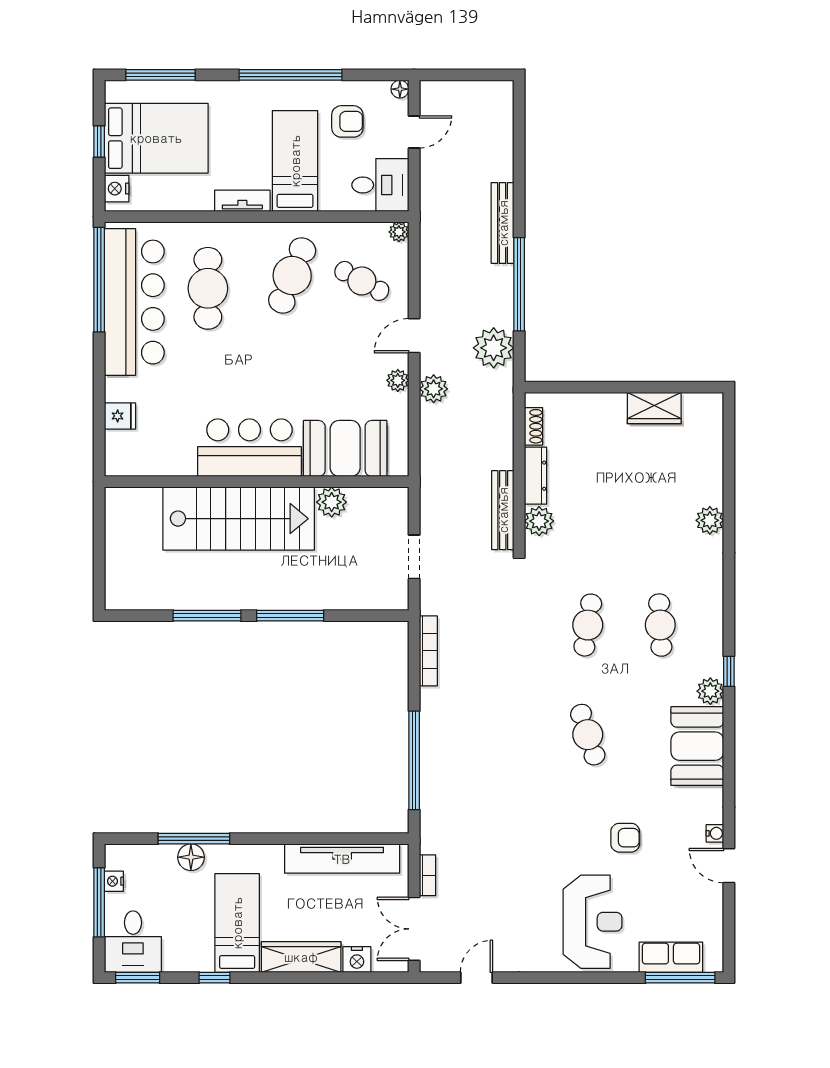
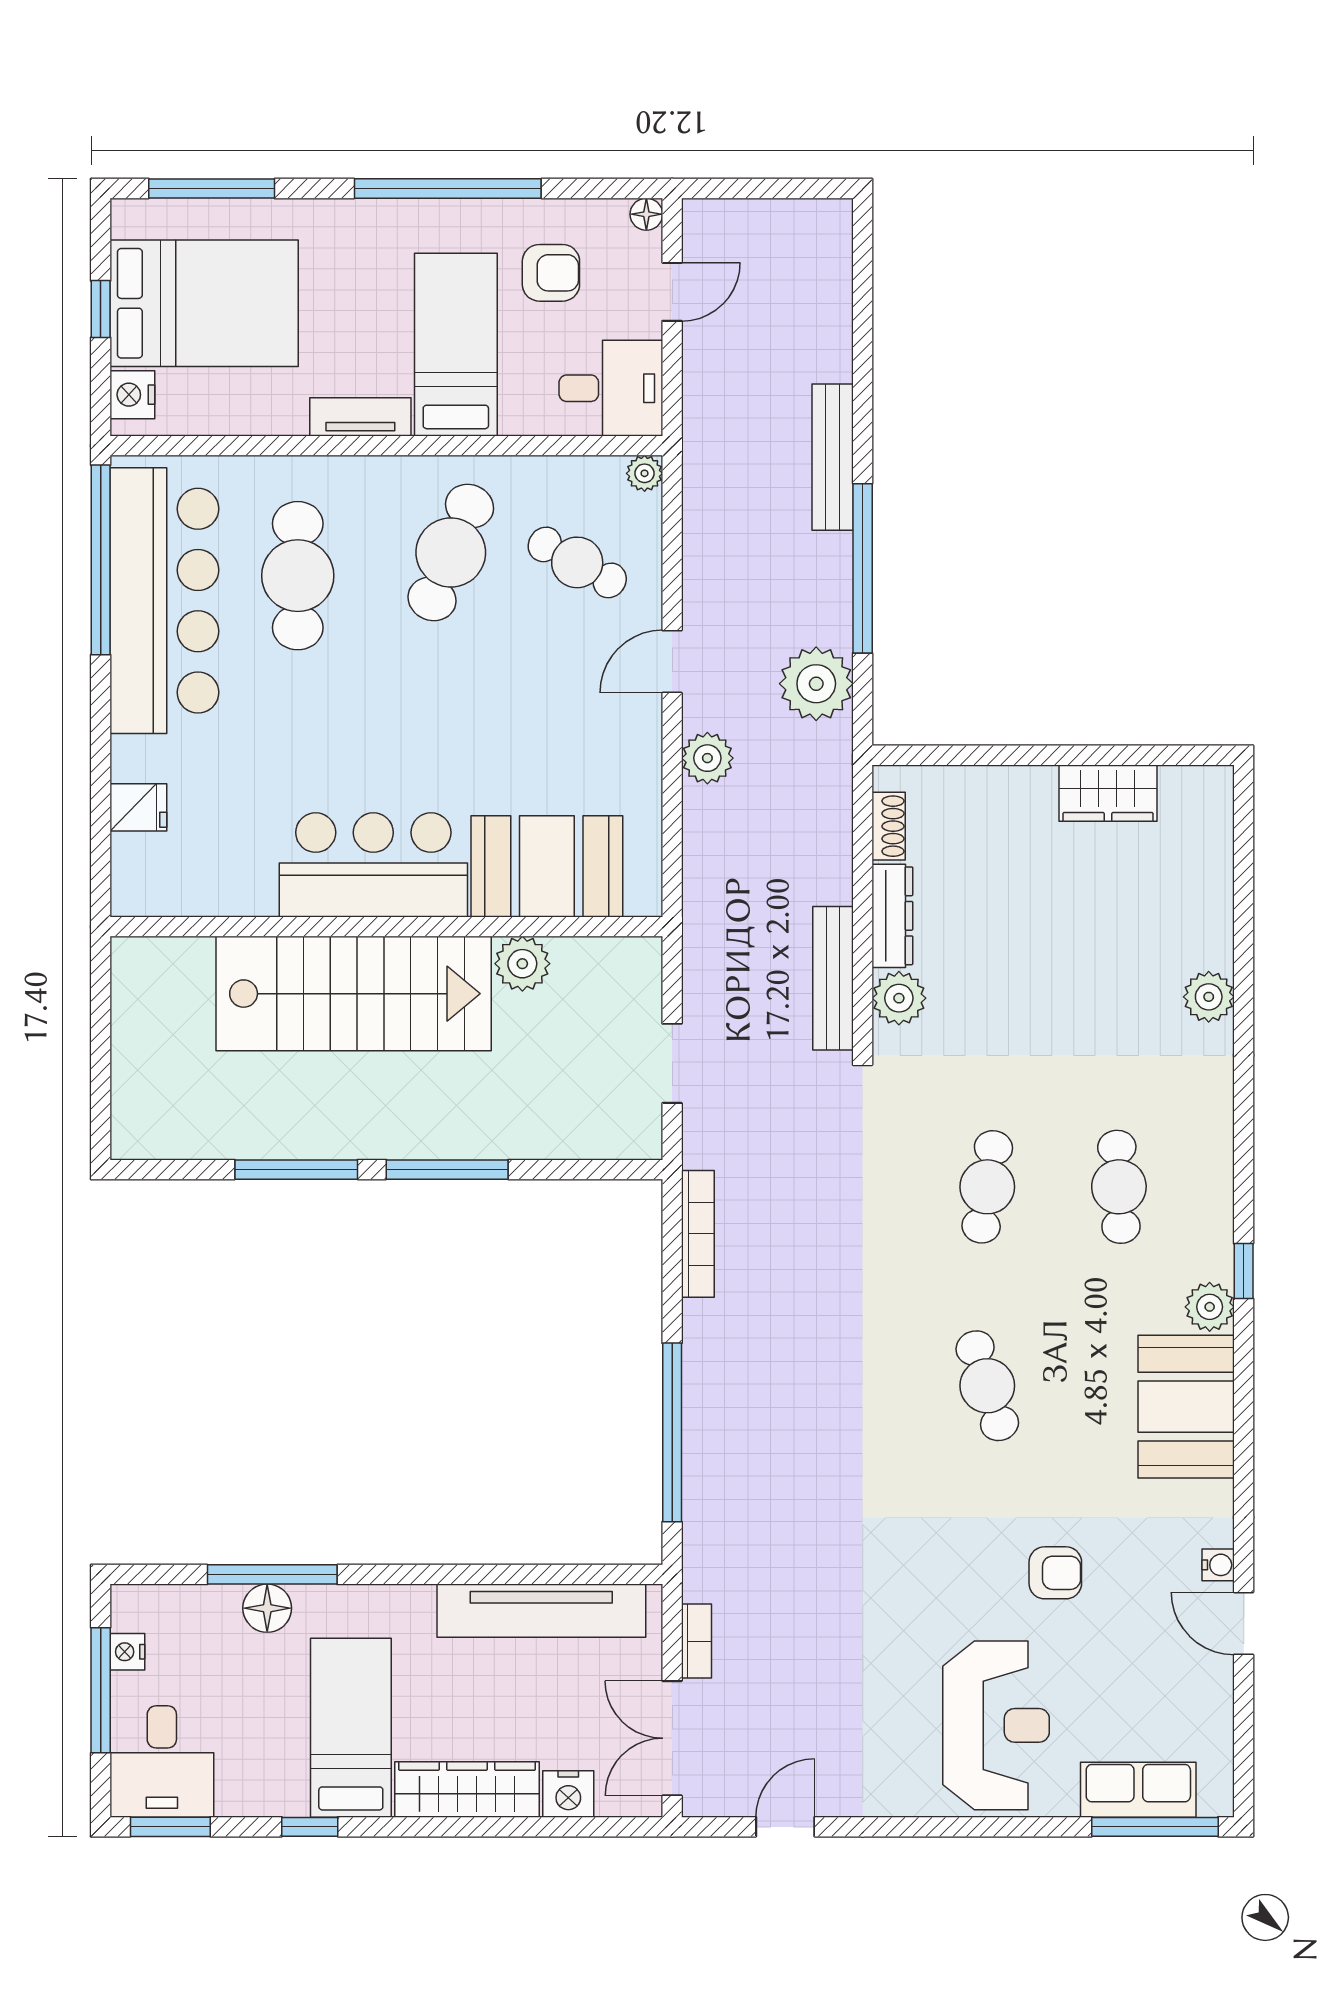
plant: (398, 380) -> (642, 743), removed

